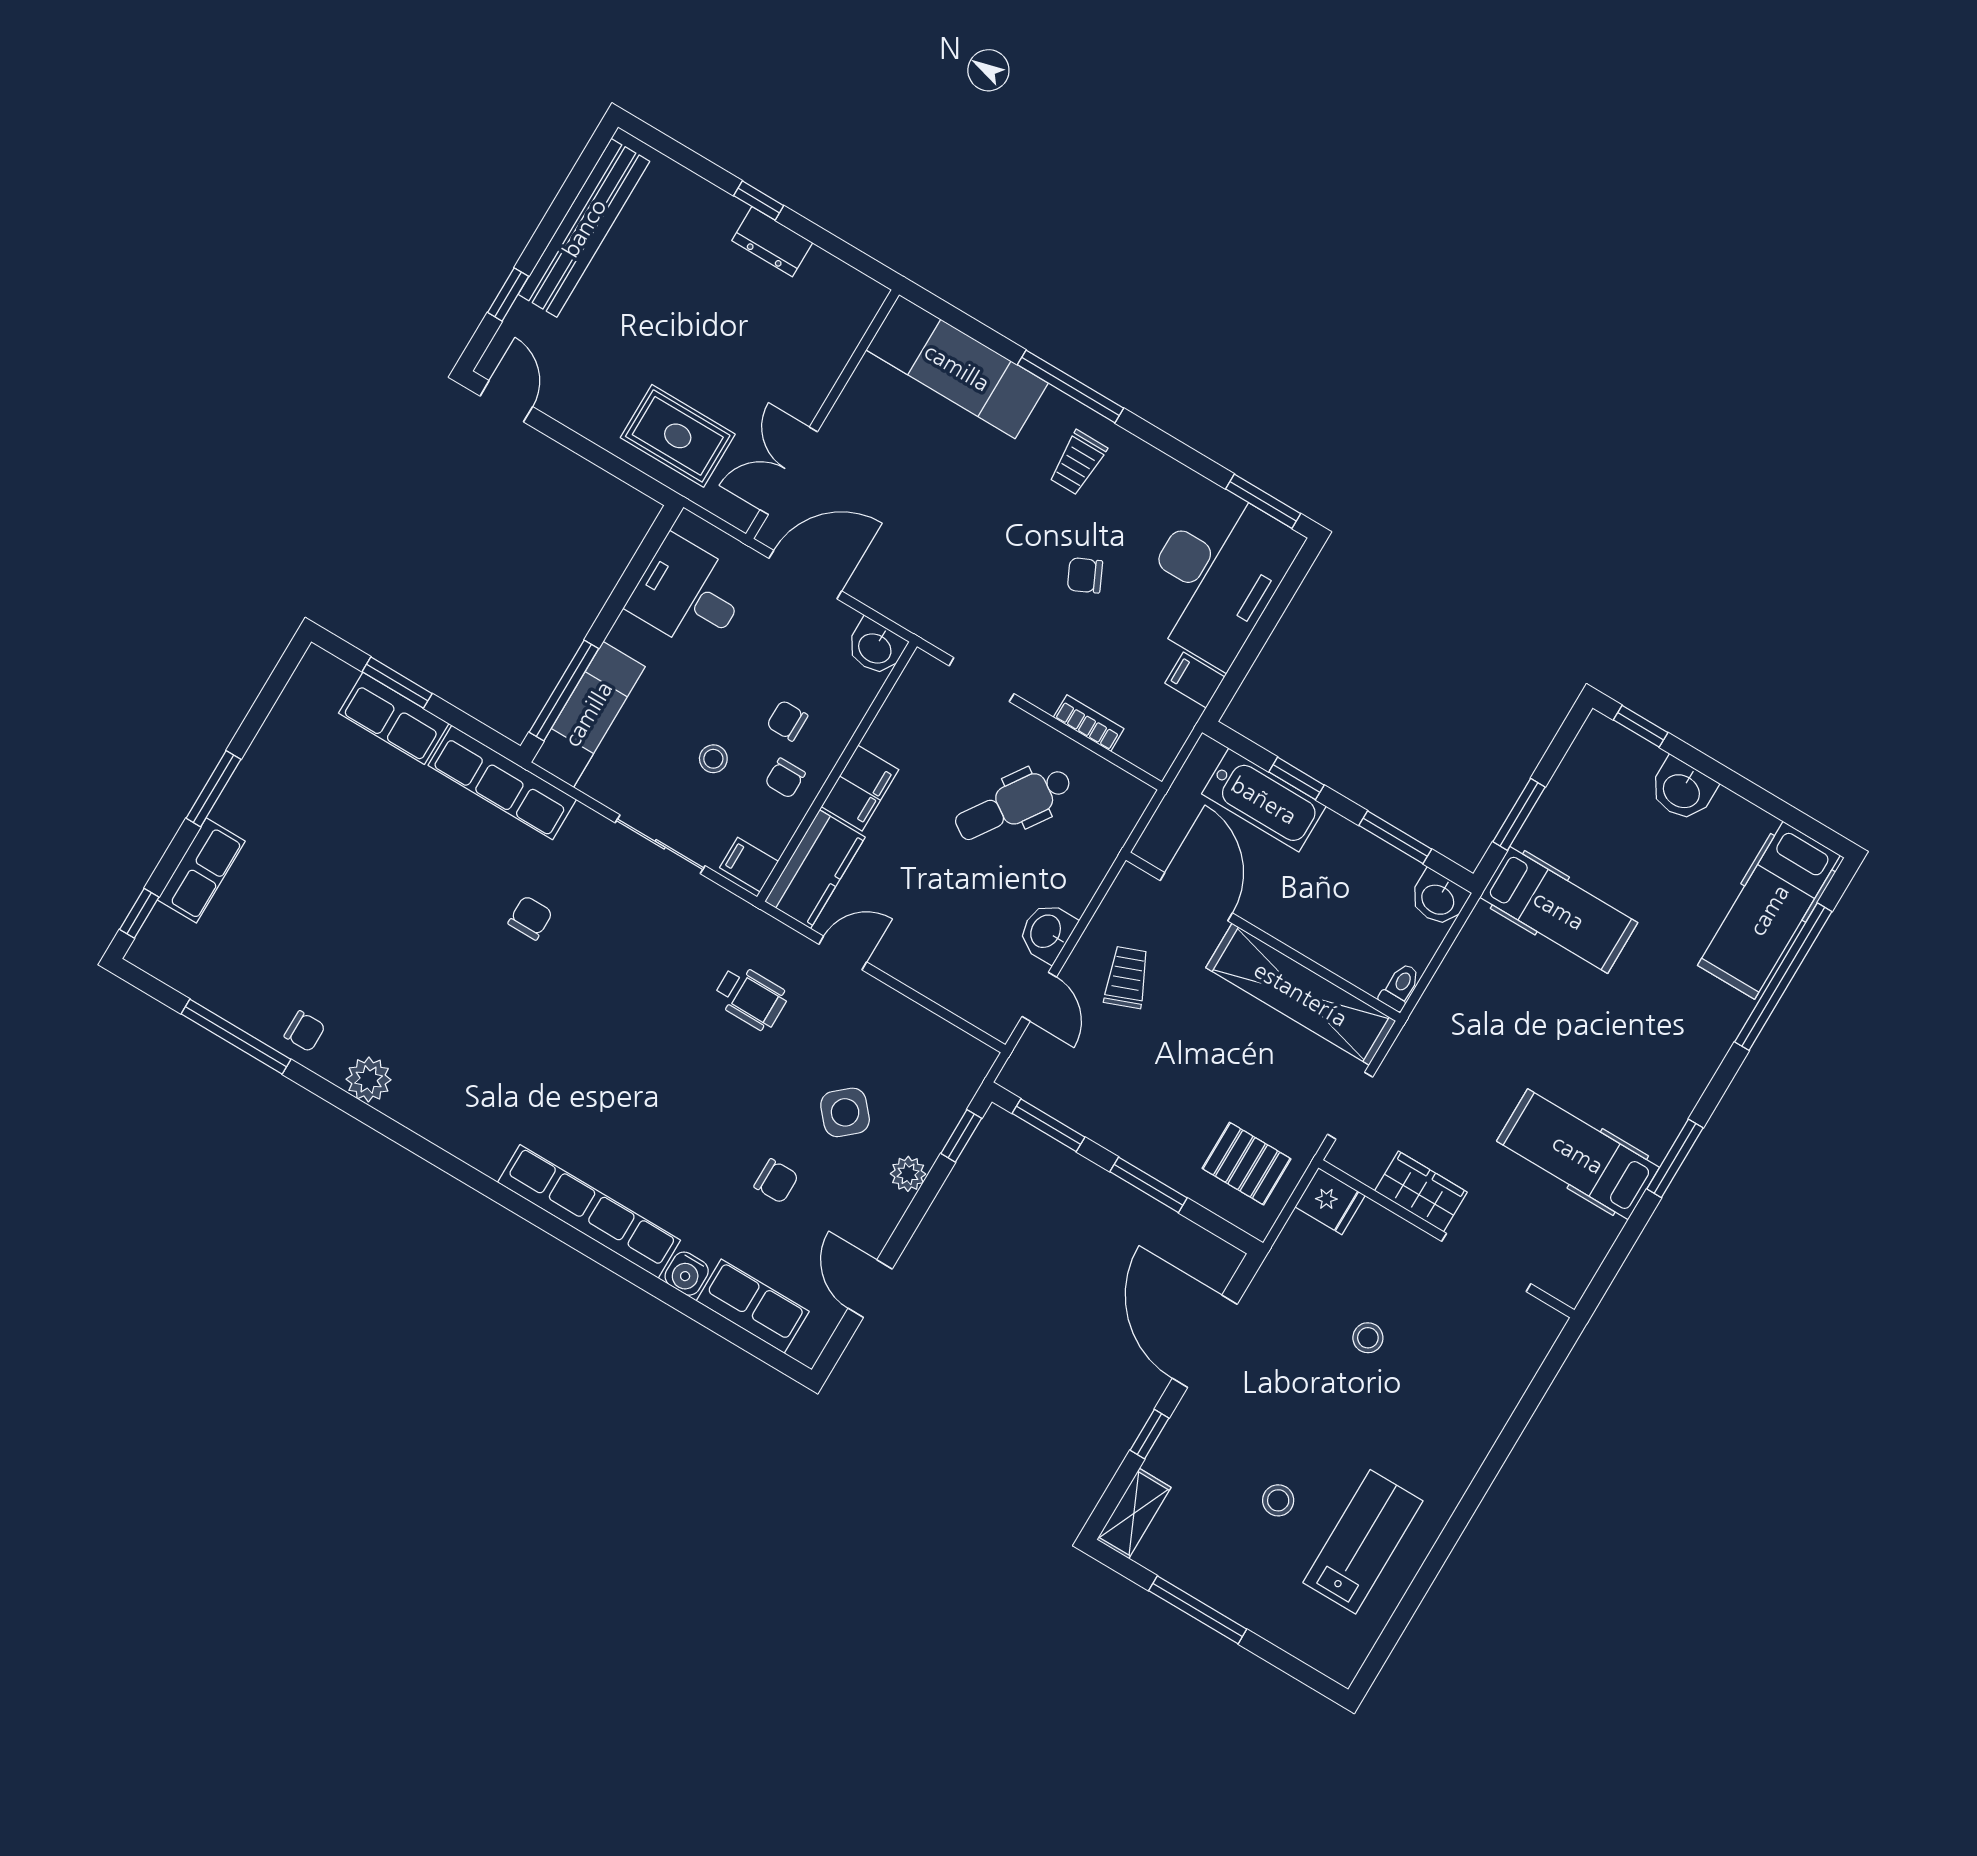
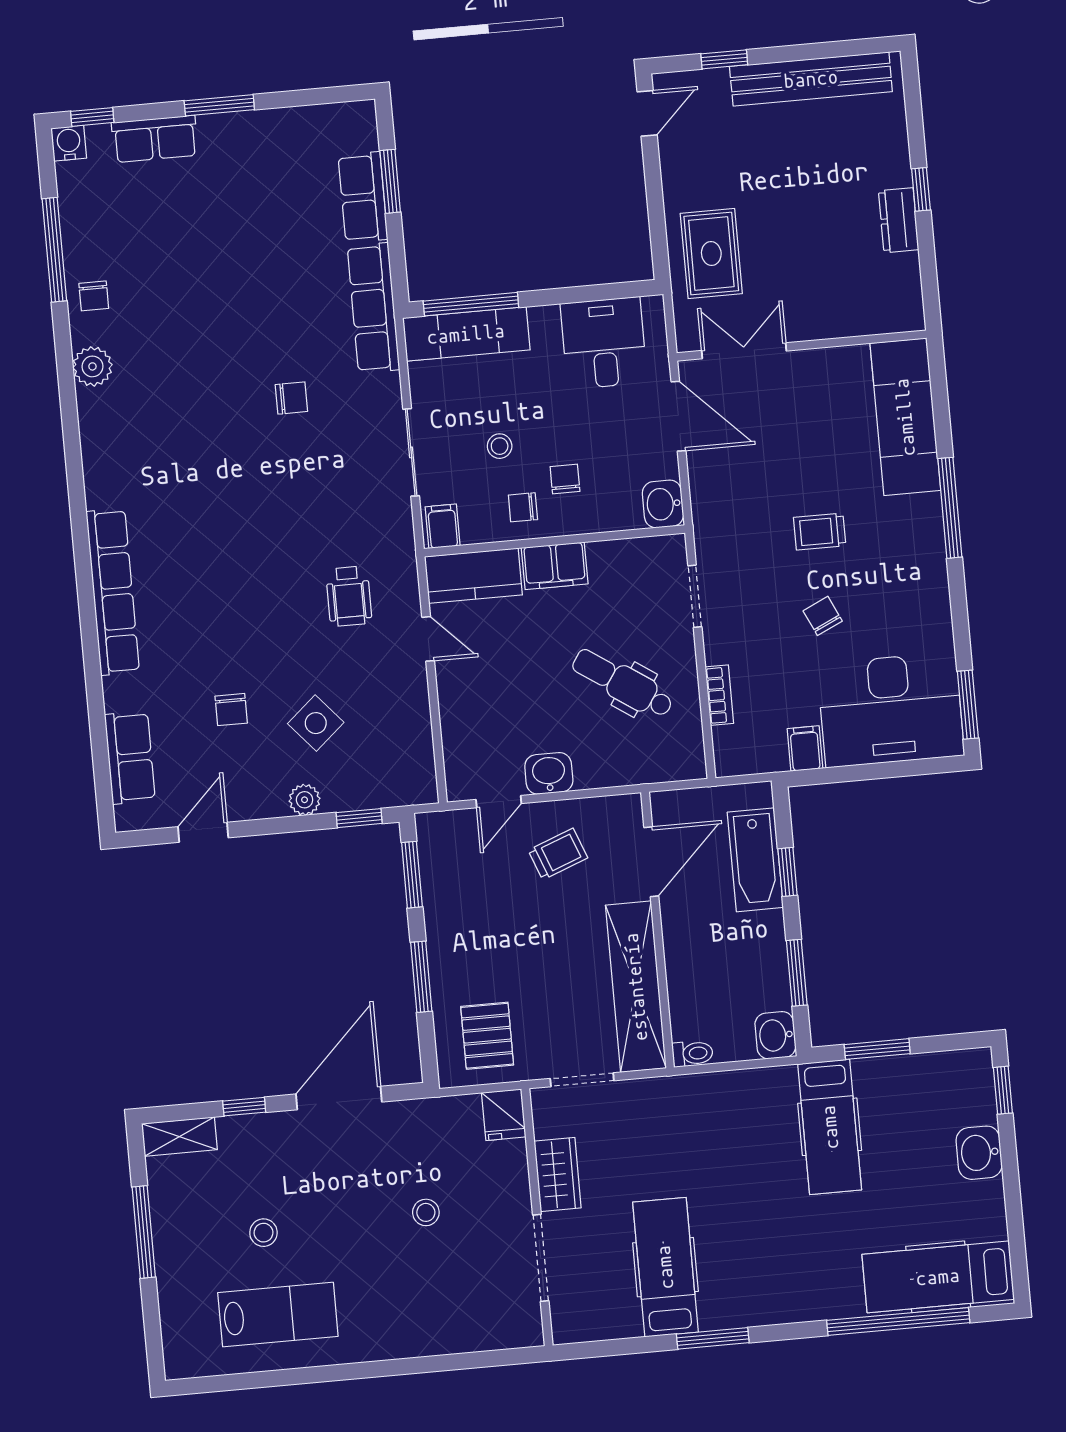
trolley: (1078, 463) -> (820, 532), moved
water cooler: (687, 1274) -> (69, 143), moved, turned 90

